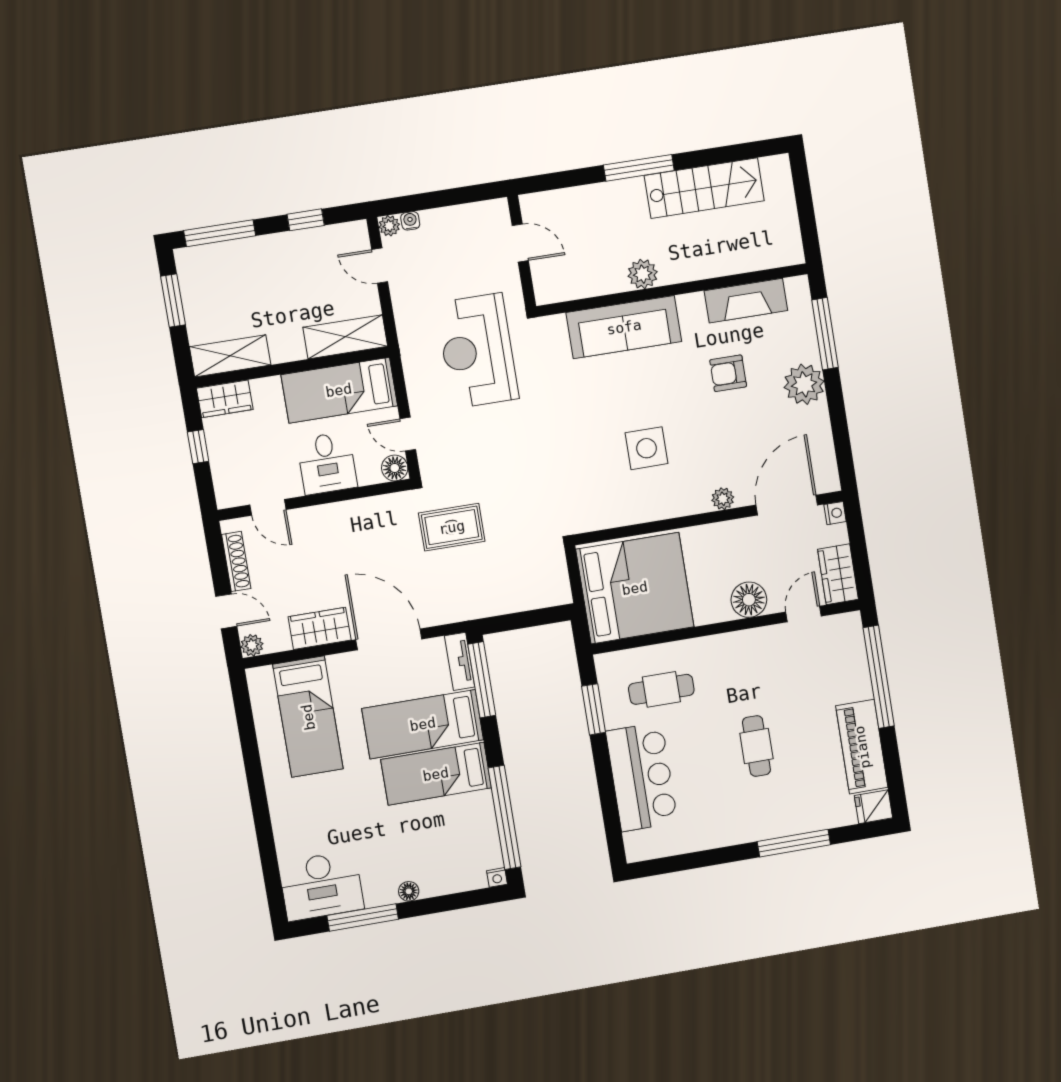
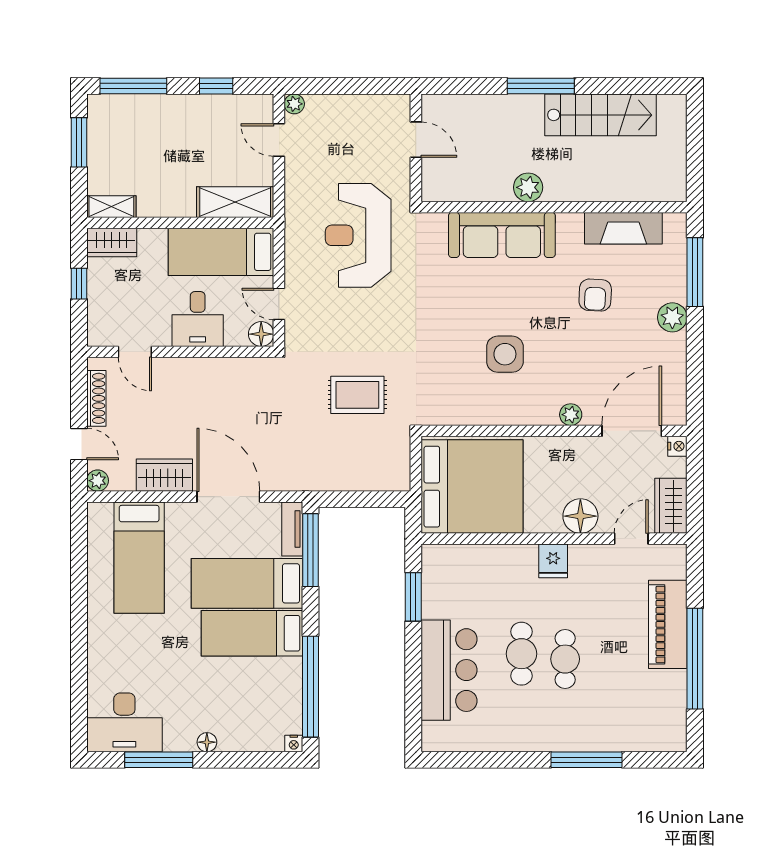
water cooler: (410, 221) -> (315, 102), removed
shelving: (230, 356) -> (111, 207), width x0.67, depth x0.75
armchair: (728, 373) -> (595, 295), turned -87
plant: (804, 384) -> (672, 317), width x0.73, depth x0.73
rug: (452, 527) -> (357, 395), moved
window: (879, 677) -> (695, 659), moved
cafe table: (661, 689) -> (521, 654), moved, turned 90
piano: (862, 747) -> (668, 624), moved
fridge: (874, 807) -> (553, 561), moved, turned -90

